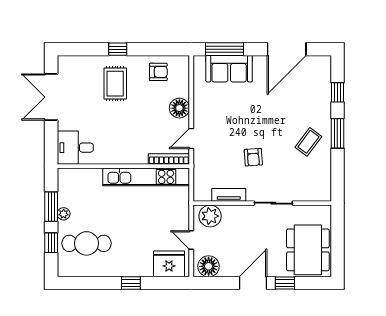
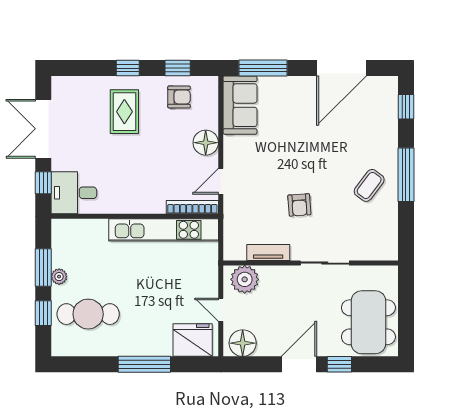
window: (157, 49) -> (178, 68), added
sofa: (229, 69) -> (240, 105), moved, turned -90
window: (337, 92) -> (406, 107), moved
window: (337, 133) -> (406, 175), width x1.44
window: (51, 140) -> (43, 183), added
window: (131, 283) -> (144, 364), width x2.17

